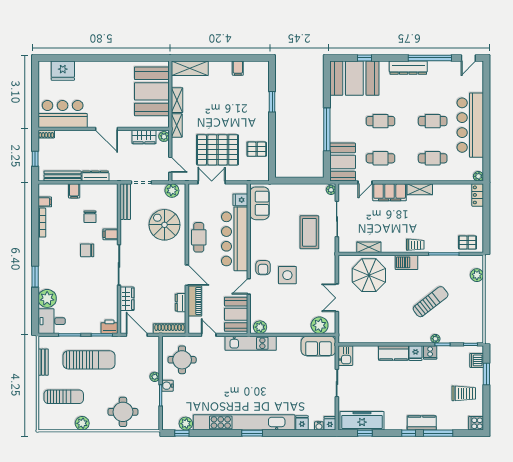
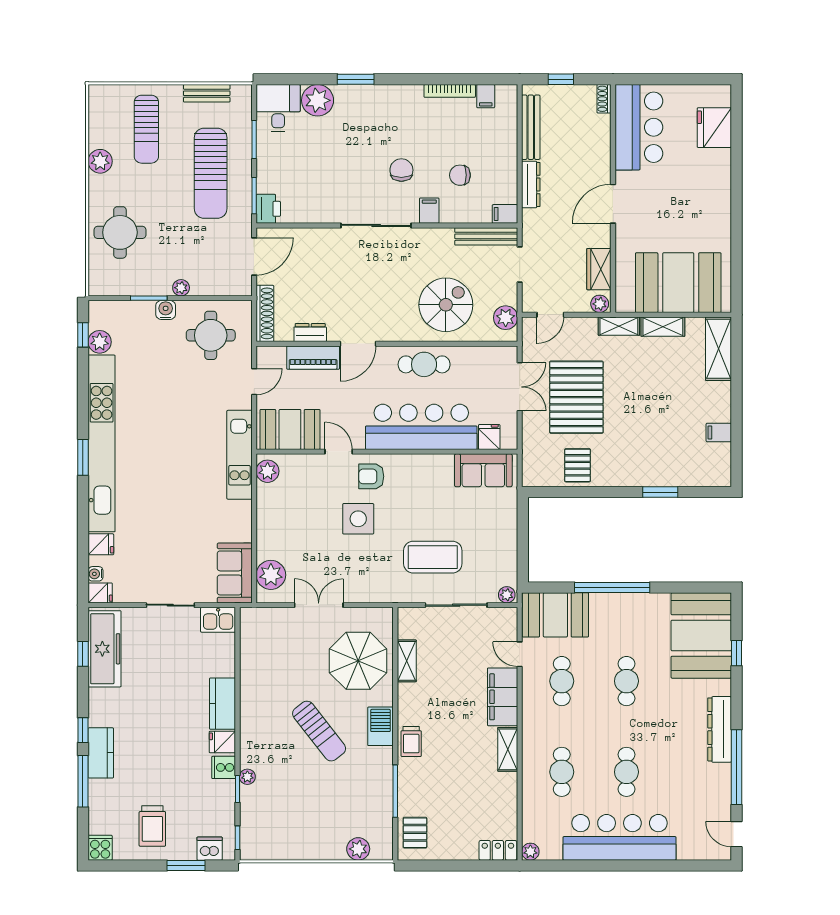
filing cabinet: (74, 191) -> (505, 214), moved
wardrobe: (127, 299) -> (317, 240), removed
sun lounger: (431, 302) -> (319, 731), moved

